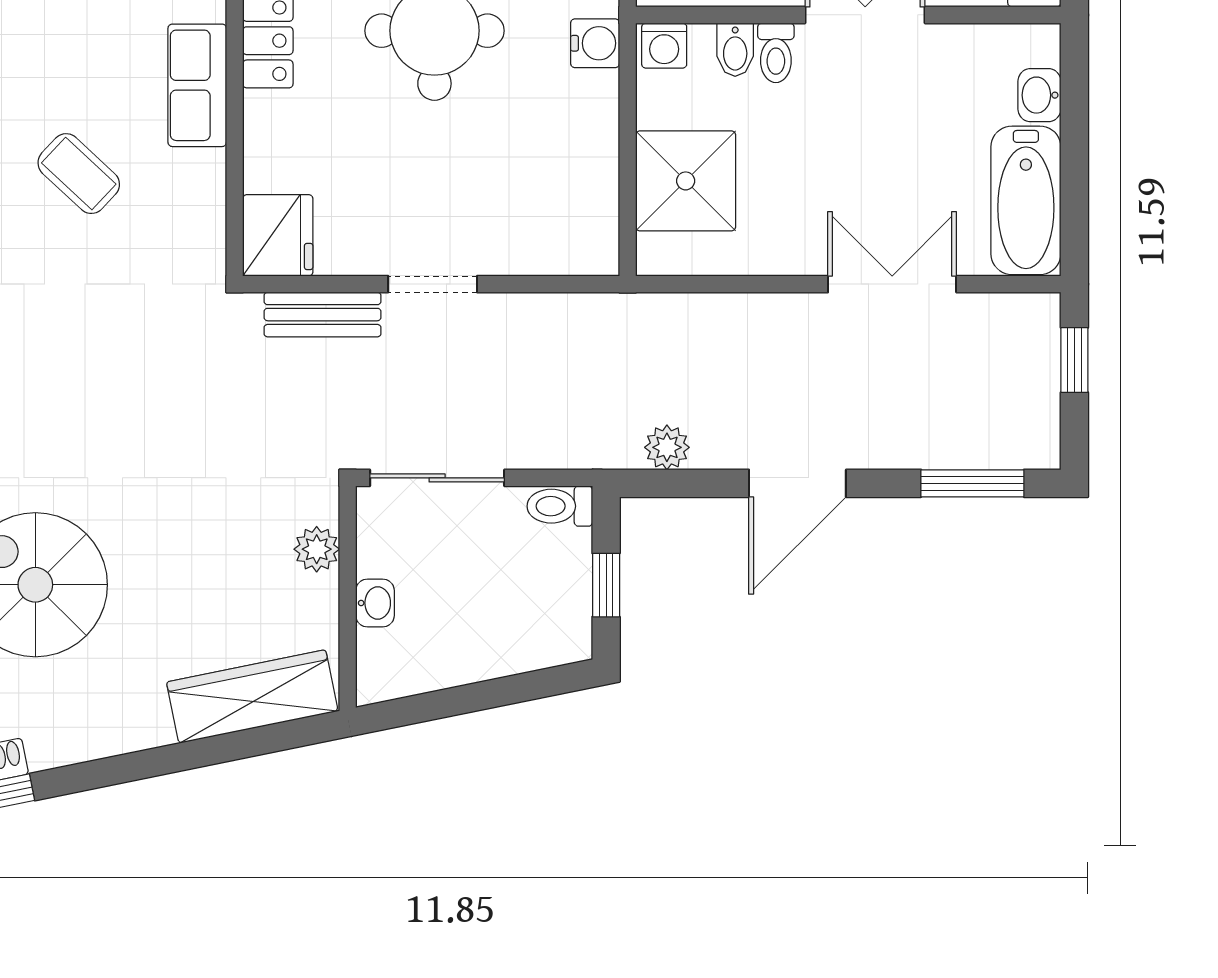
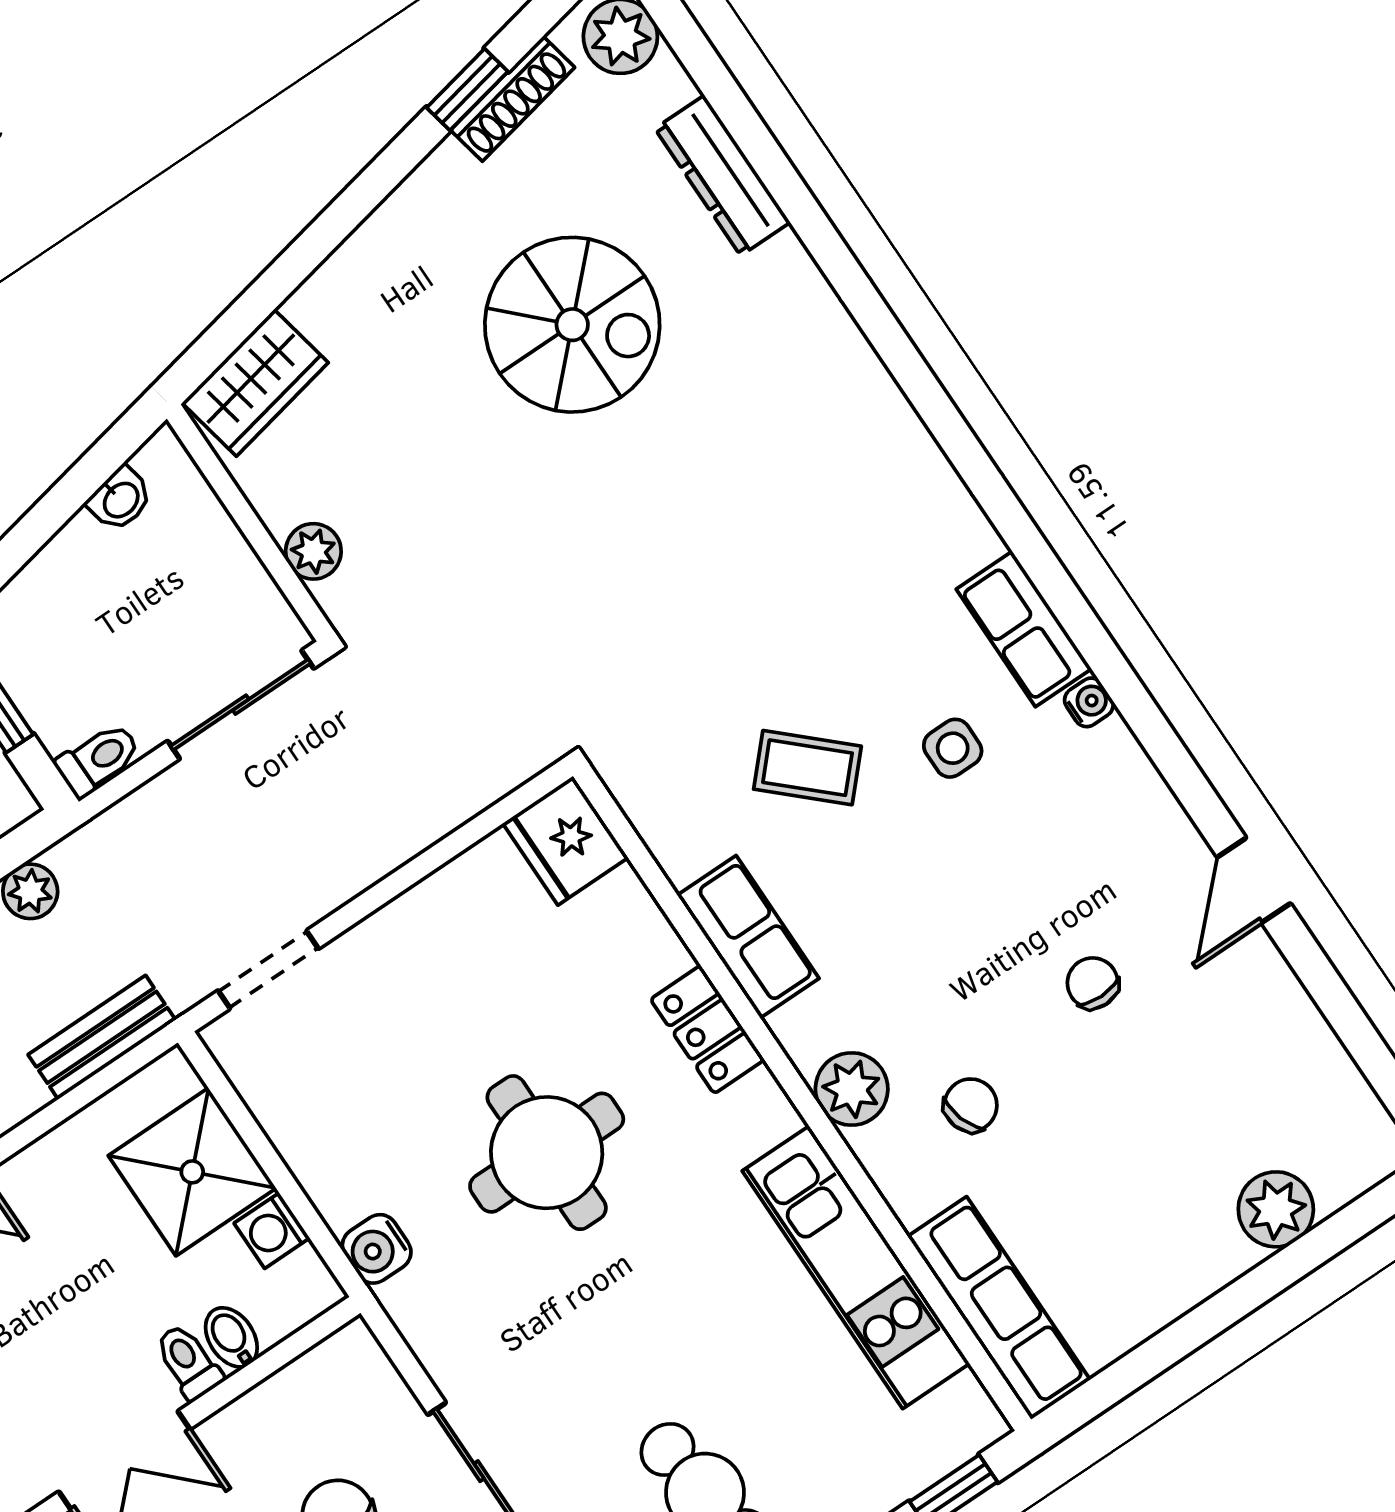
washing machine: (664, 46) -> (272, 1231), moved, turned -90
doorway: (433, 284) -> (268, 970), moved
bench: (323, 315) -> (102, 1037), moved
washbasin: (375, 603) -> (120, 499), moved, turned -101
wardrobe: (252, 697) -> (255, 383), width x0.67

